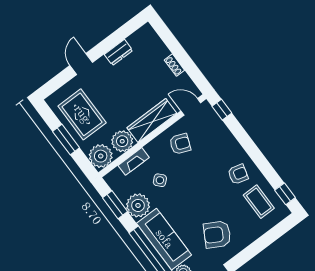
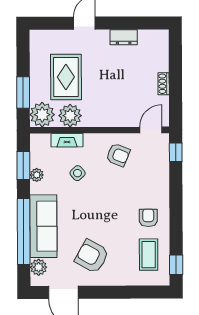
door: (191, 107) -> (151, 130), hinge flipped
rug: (82, 114) -> (66, 77), moved
wardrobe: (152, 120) -> (109, 117), removed
window: (66, 140) -> (23, 92), moved
armchair: (238, 174) -> (148, 218), turned -105
plant: (138, 205) -> (37, 175), width x0.53, depth x0.53

